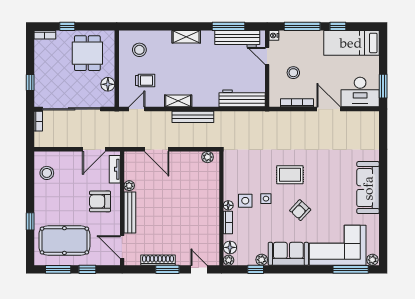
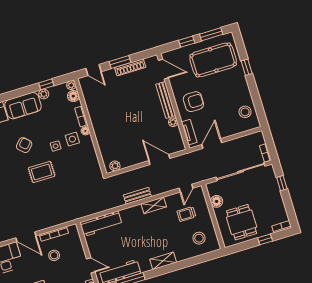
stool: (293, 73) -> (54, 255), moved
bench: (193, 117) -> (137, 196), width x0.73

